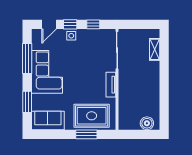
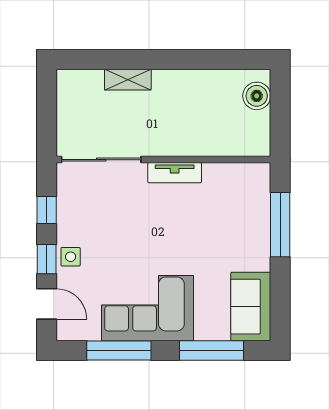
shelving: (155, 49) -> (128, 80), moved
window: (27, 102) -> (211, 351), width x1.44
rug: (92, 116) -> (241, 214), removed
window: (86, 134) -> (280, 225), width x1.44

